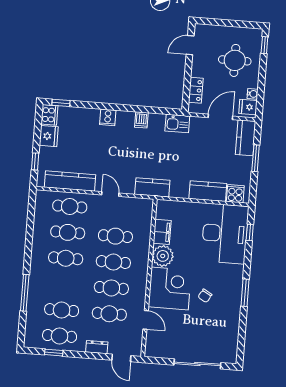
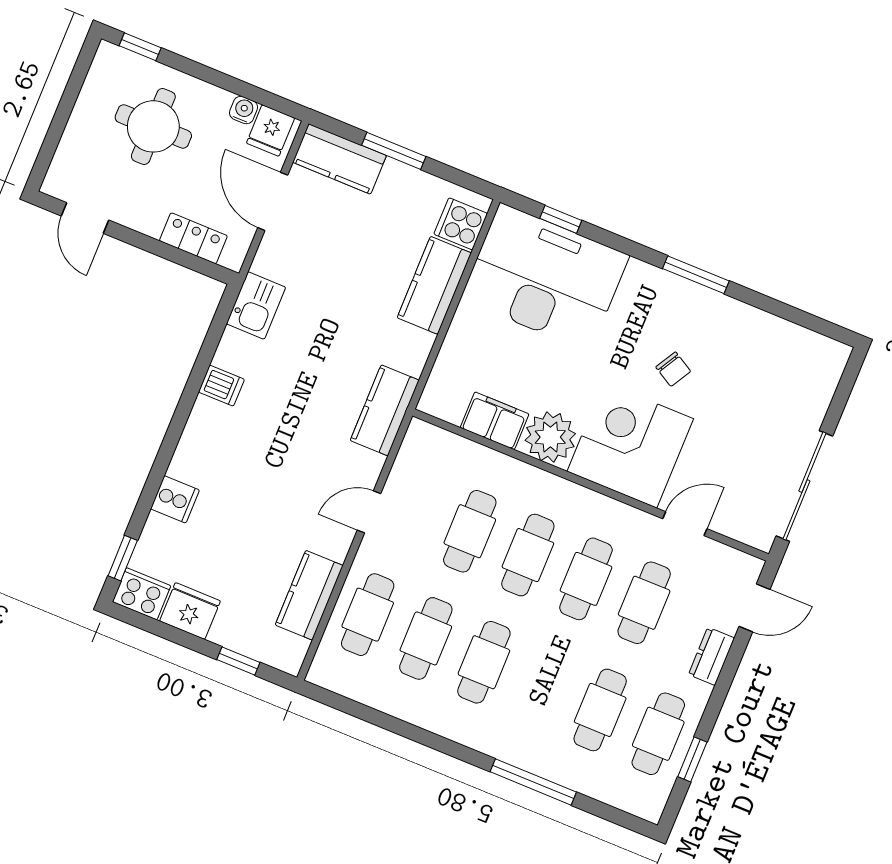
cooker: (108, 117) -> (175, 499), moved
kitchen counter: (70, 181) -> (309, 595), width x0.67
sliding door: (197, 364) -> (804, 486), moved

